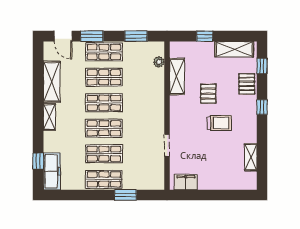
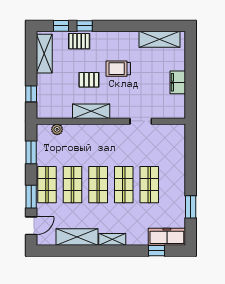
window: (205, 36) -> (31, 94), moved
shelving: (177, 76) -> (91, 111), moved
window: (262, 107) -> (85, 26), moved
trolley: (219, 123) -> (118, 69), turned -90
shelving: (251, 157) -> (160, 39), width x1.50, depth x1.33
shop shelf: (104, 179) -> (175, 185), removed
filing cabinet: (186, 182) -> (178, 82), moved
window: (126, 195) -> (191, 207), moved

